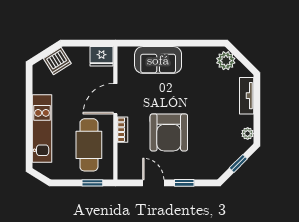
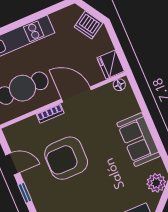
floor lamp: (123, 56) -> (119, 85), added
sofa: (158, 60) -> (139, 140), moved
door: (153, 183) -> (13, 164), hinge flipped

